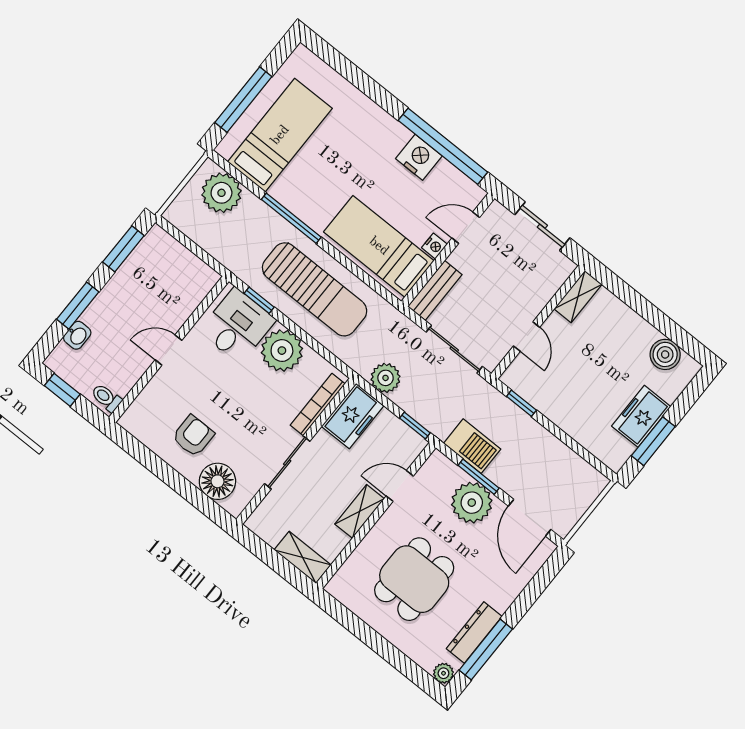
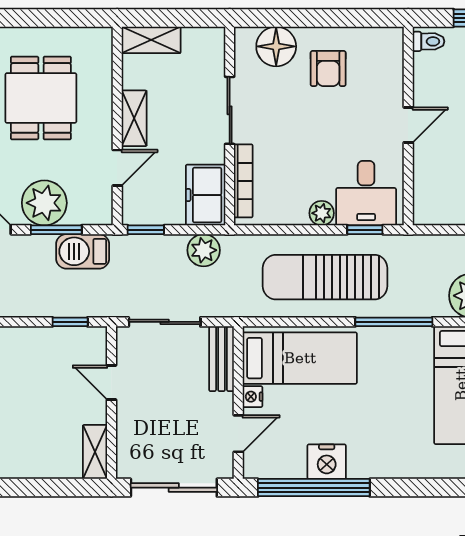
sliding door: (542, 226) -> (174, 488), width x1.37
plant: (282, 351) -> (322, 213), width x0.53, depth x0.53

